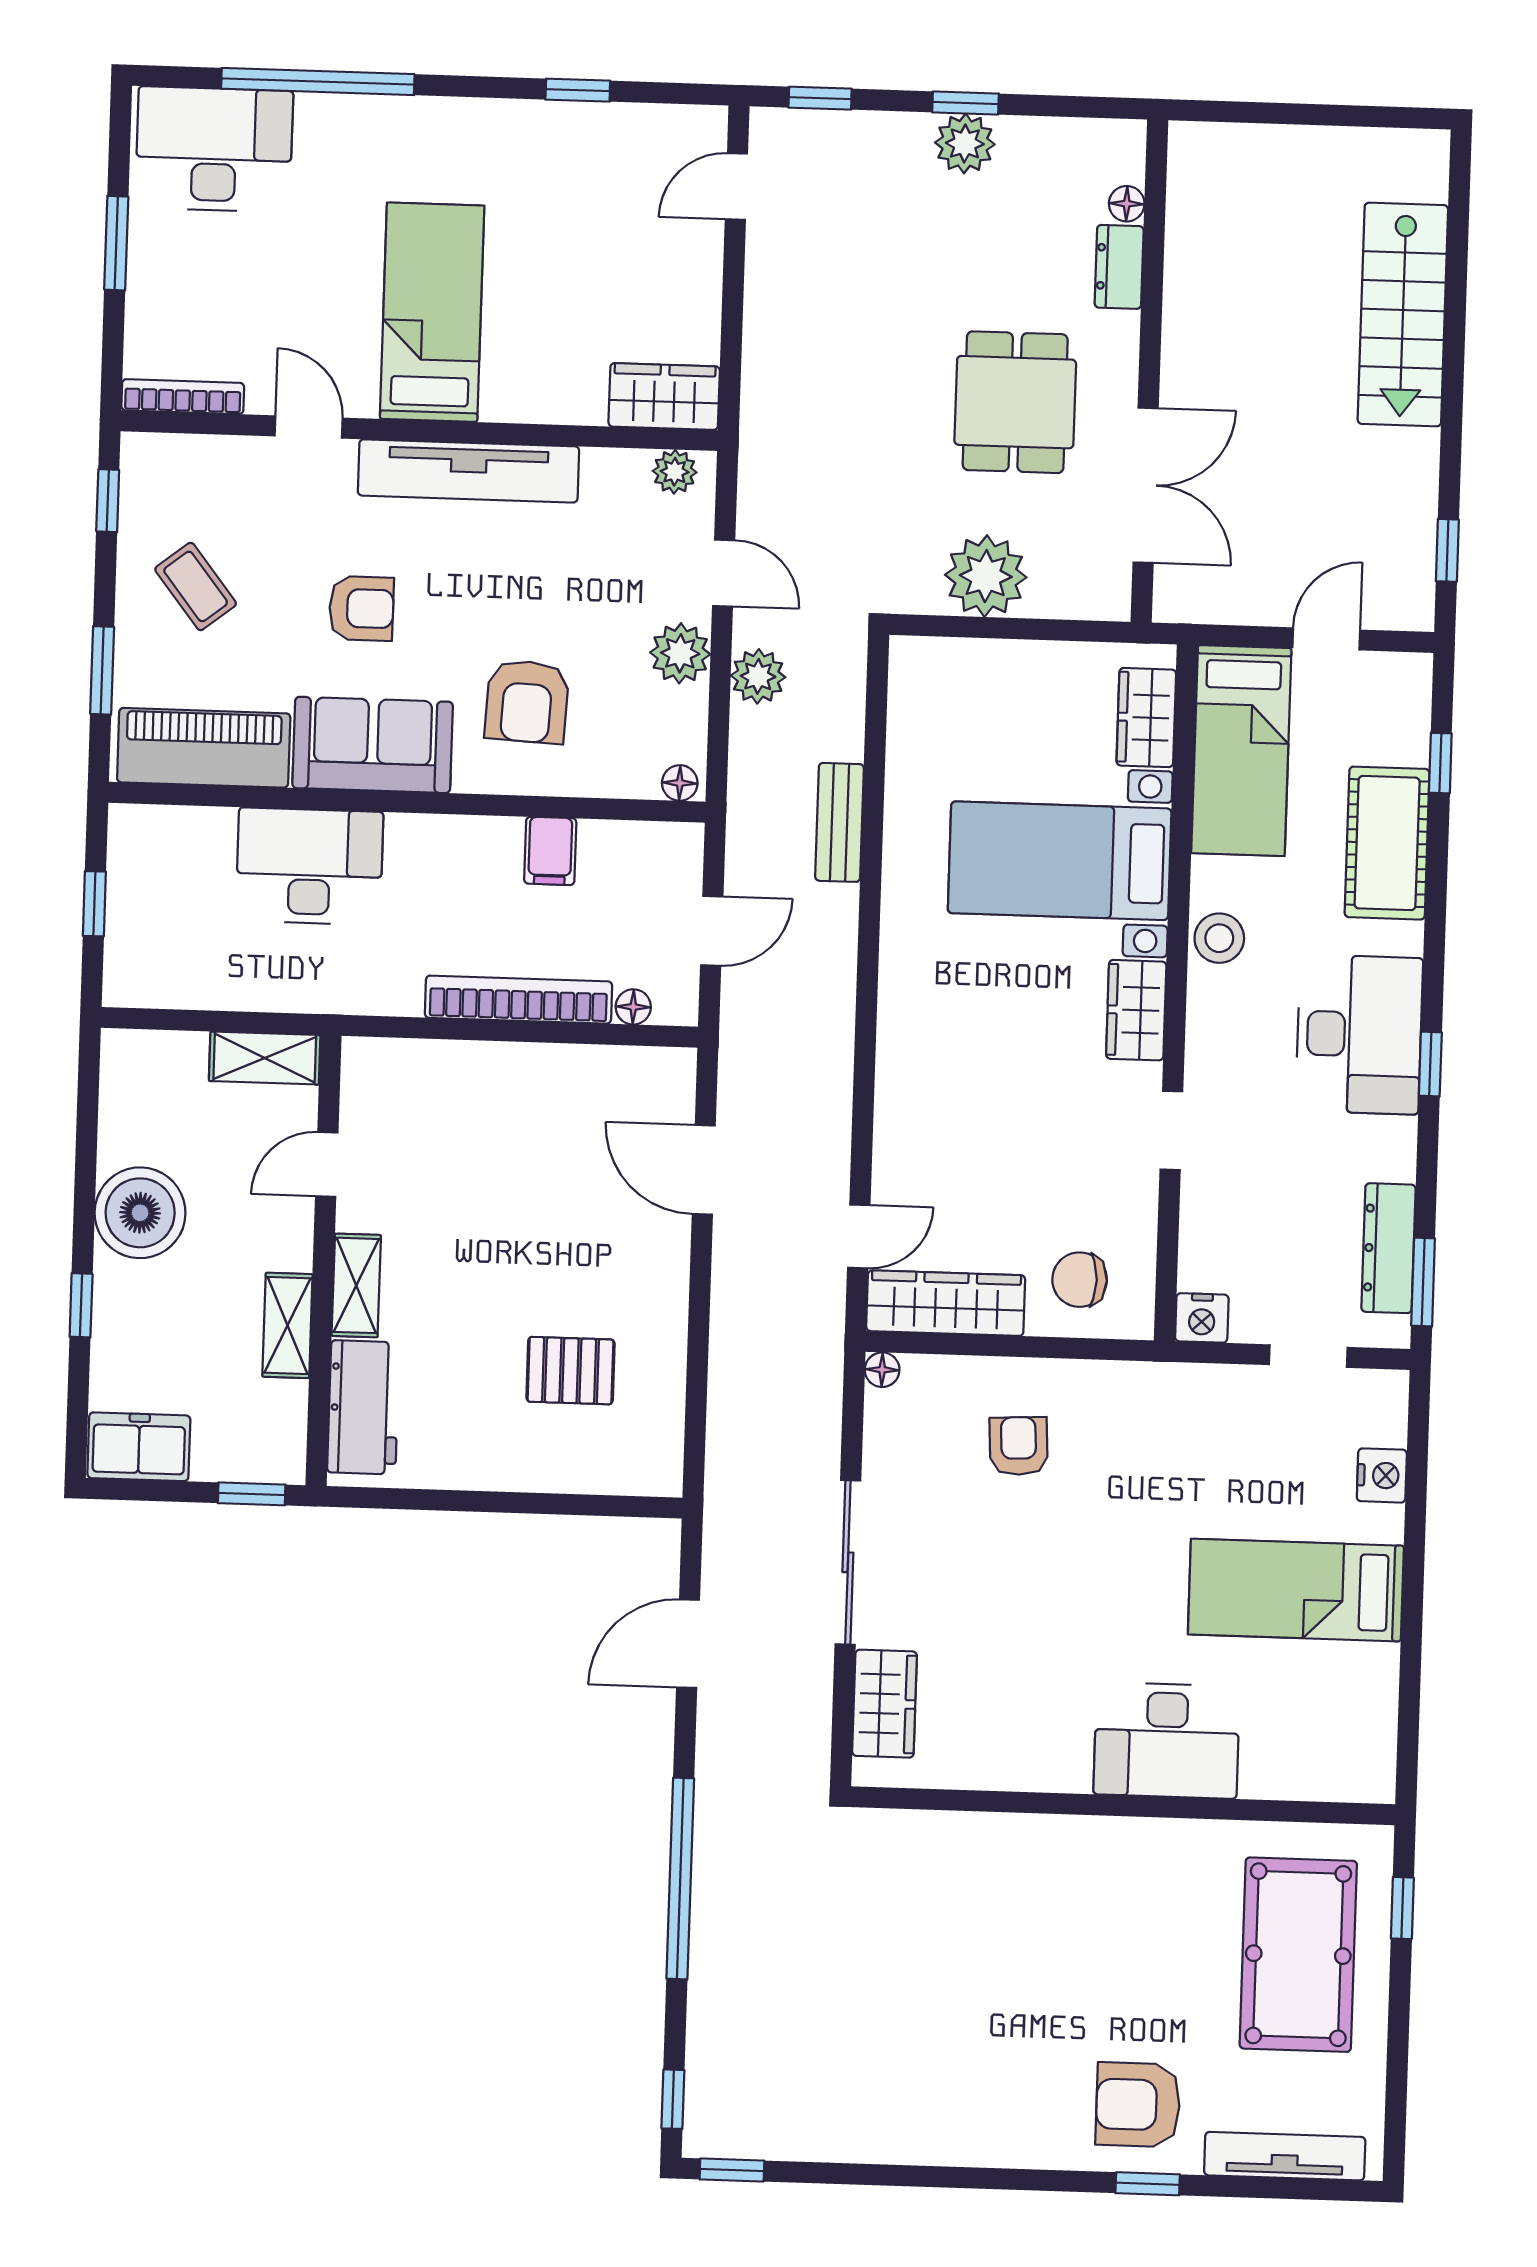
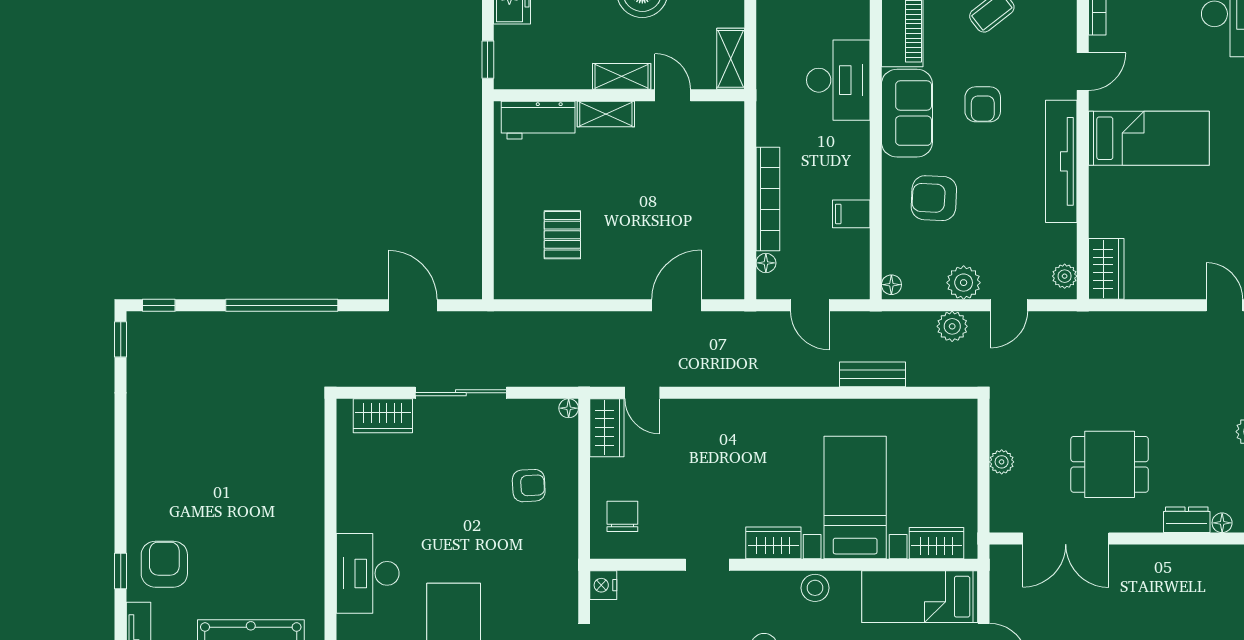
plant: (986, 576) -> (1002, 462), width x0.53, depth x0.53
wardrobe: (946, 1303) -> (607, 428), width x0.67
shelving: (287, 1325) -> (622, 76), moved

